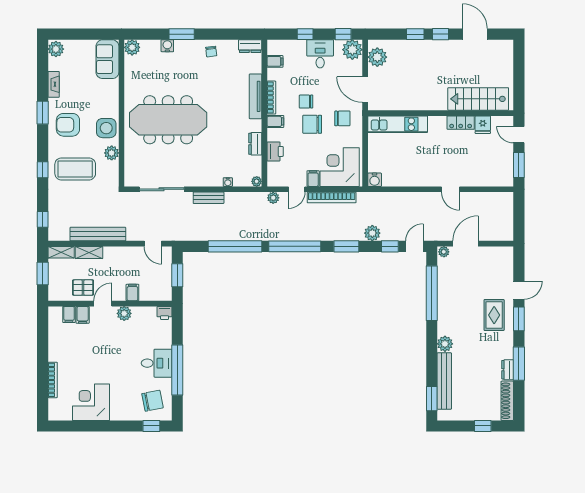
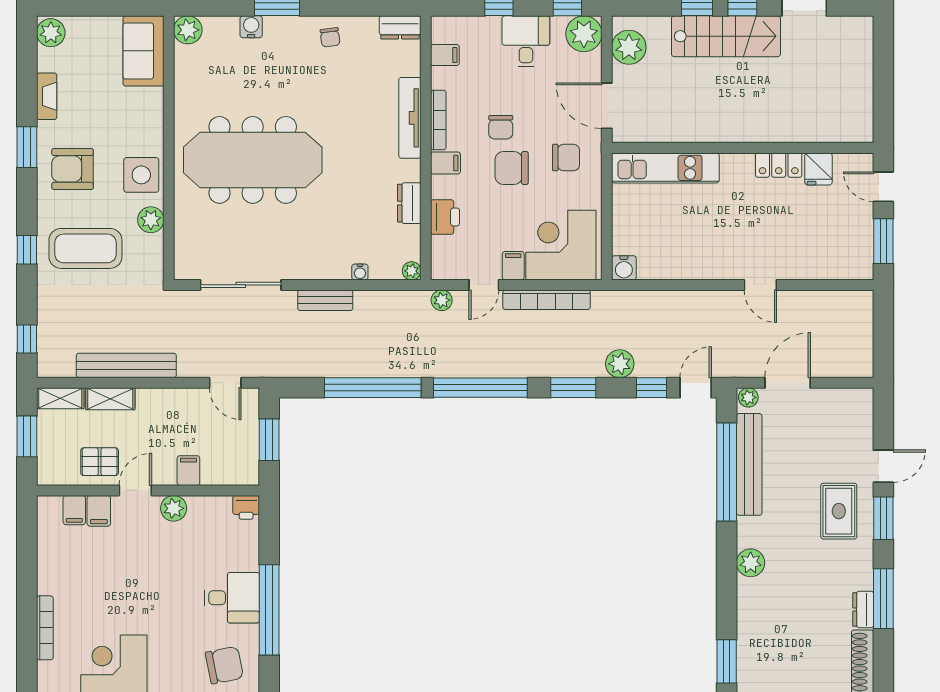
stairs: (478, 99) -> (726, 36), moved, turned 180
chair: (306, 102) -> (501, 127), turned -90
bench: (444, 381) -> (749, 464), moved

